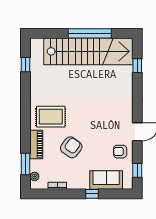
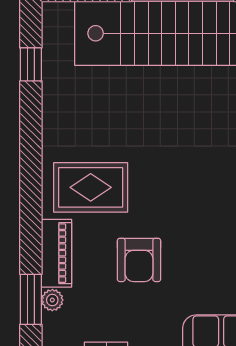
armchair: (71, 147) -> (139, 260), turned 144
plant: (35, 176) -> (52, 300), moved

